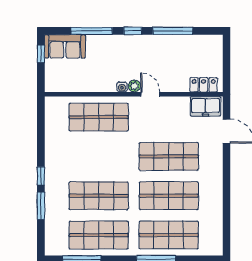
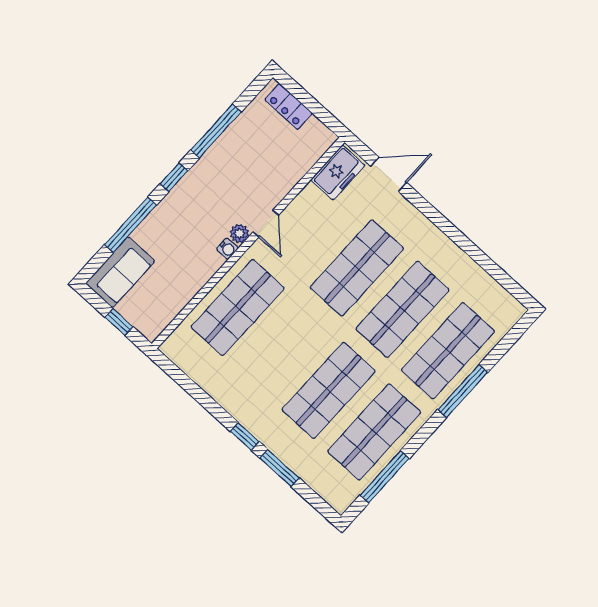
window: (41, 54) -> (119, 322), moved
locker: (204, 85) -> (289, 106), moved, turned -90
door: (150, 94) -> (266, 224), swing flipped

